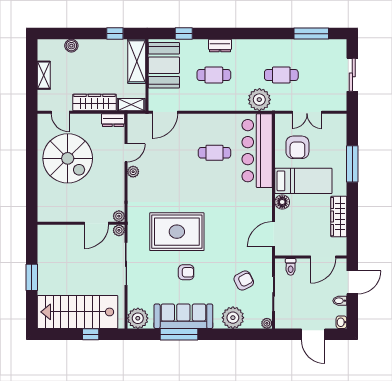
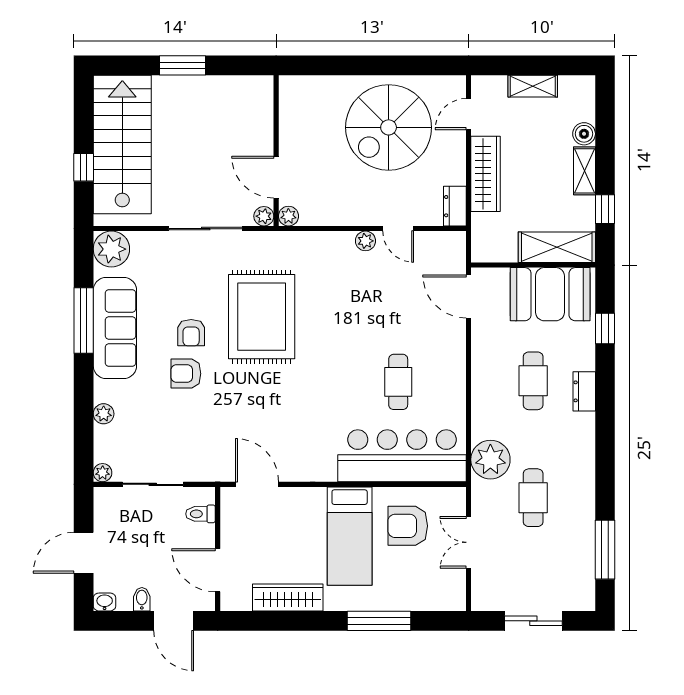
shelving: (131, 105) -> (584, 171), moved
floor lamp: (282, 202) -> (313, 499), removed
armchair: (244, 281) -> (186, 374), moved, turned 117
plant: (233, 318) -> (104, 414), width x0.53, depth x0.53

